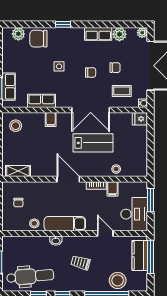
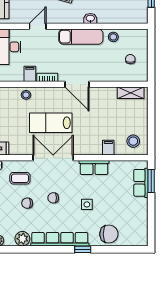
plant: (18, 34) -> (130, 239), removed
row of seats: (98, 34) -> (60, 239), width x2.02
row of seats: (42, 101) -> (94, 168), moved
filing cabinet: (51, 120) -> (108, 148), moved
door: (105, 233) -> (38, 26), swing flipped

